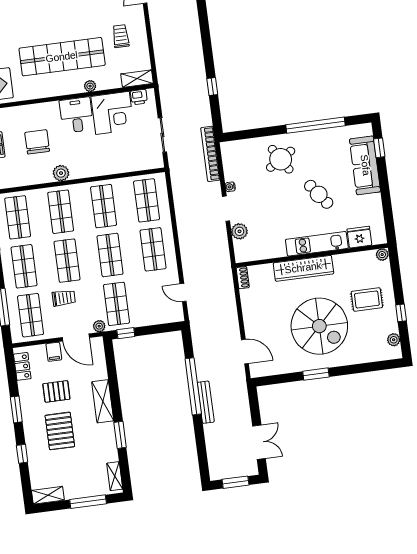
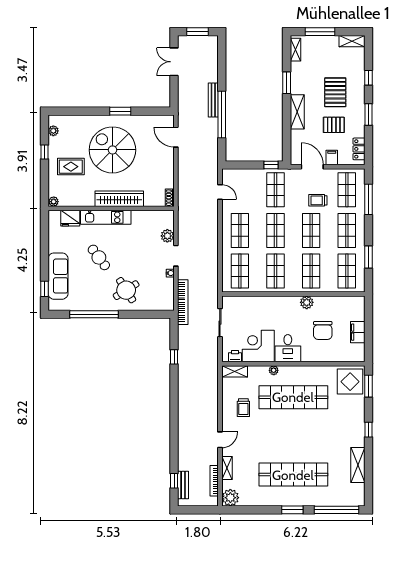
plant: (99, 326) -> (292, 174), removed

